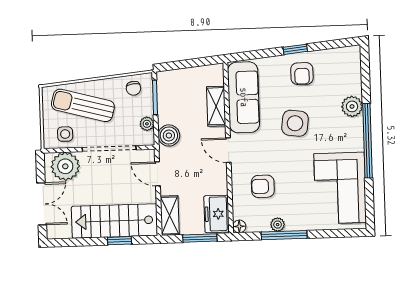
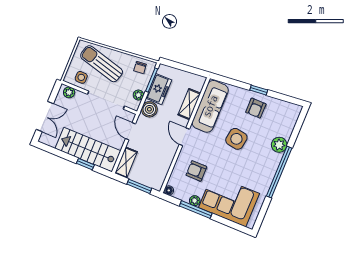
plant: (65, 166) -> (69, 92), width x0.53, depth x0.53
corner sofa: (340, 188) -> (229, 201), moved, turned 90
freezer: (217, 214) -> (159, 89), moved, turned 180

